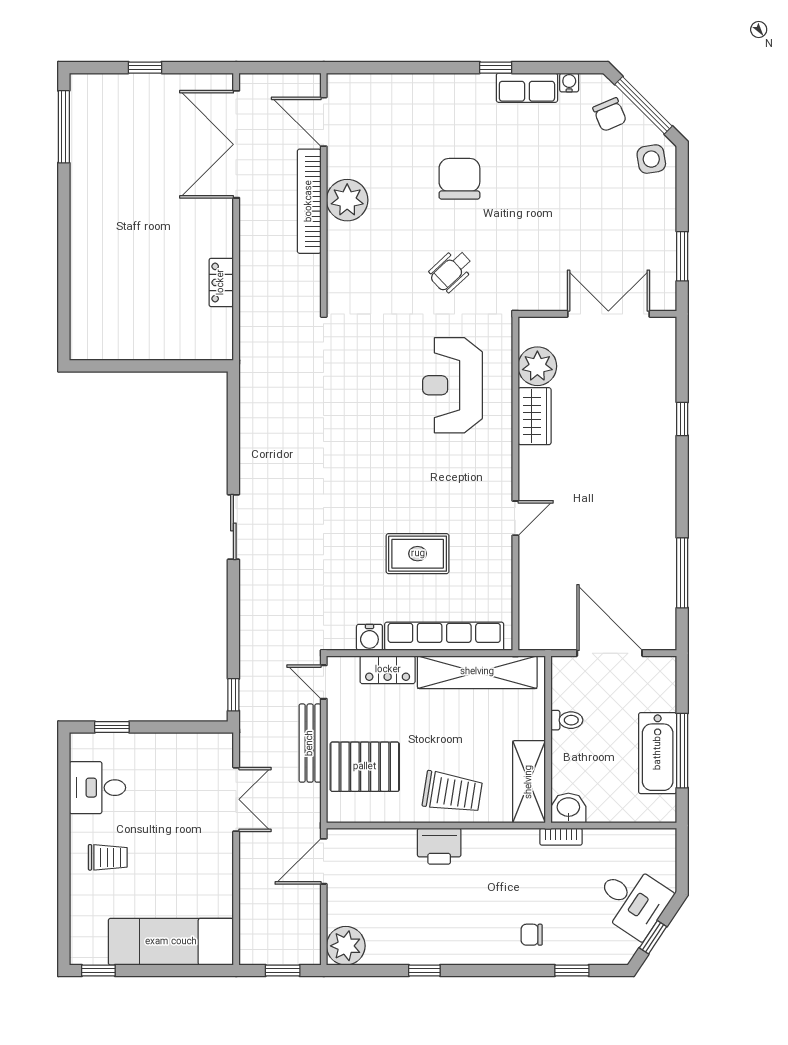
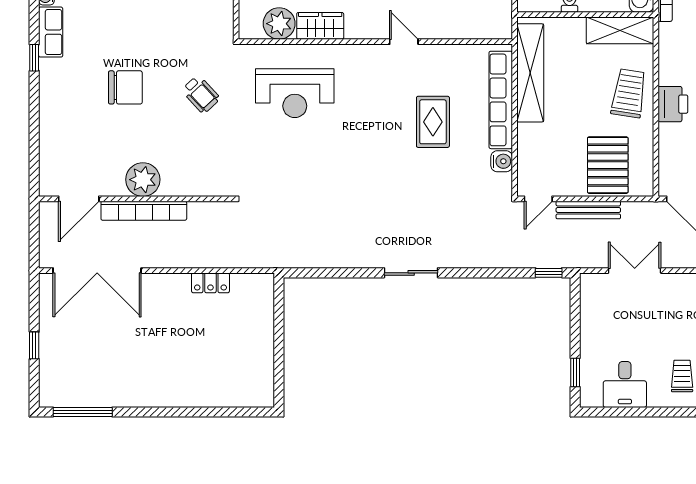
chair: (459, 179) -> (125, 87), turned 180
locker: (388, 670) -> (528, 146), removed

